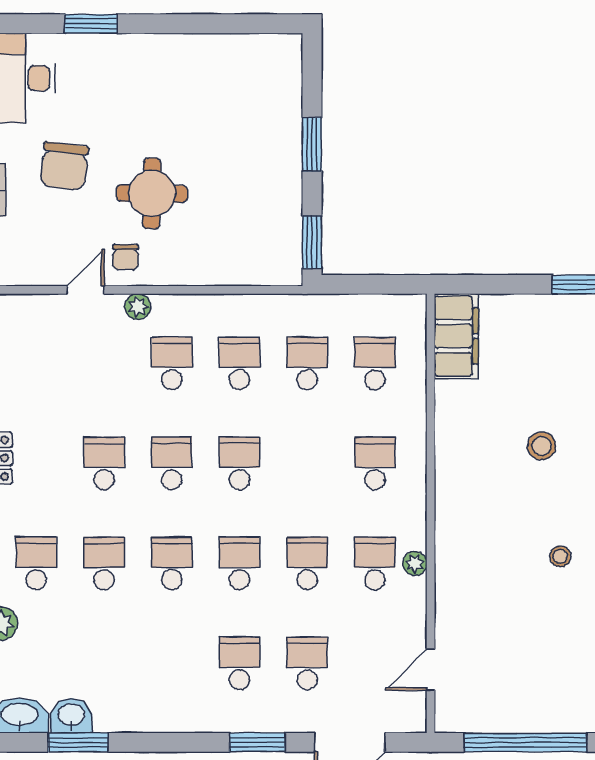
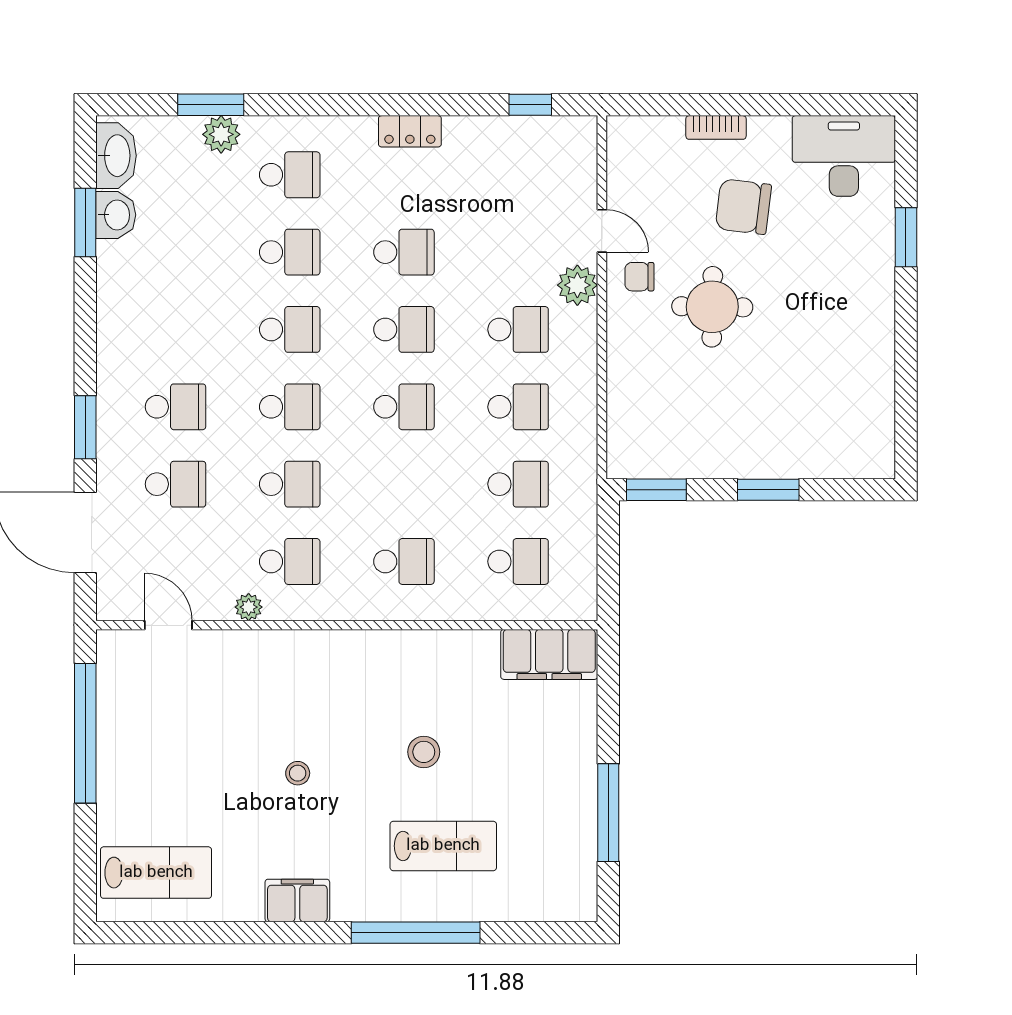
plant: (138, 307) -> (577, 285), width x1.38, depth x1.38
plant: (415, 563) -> (249, 607), moved

